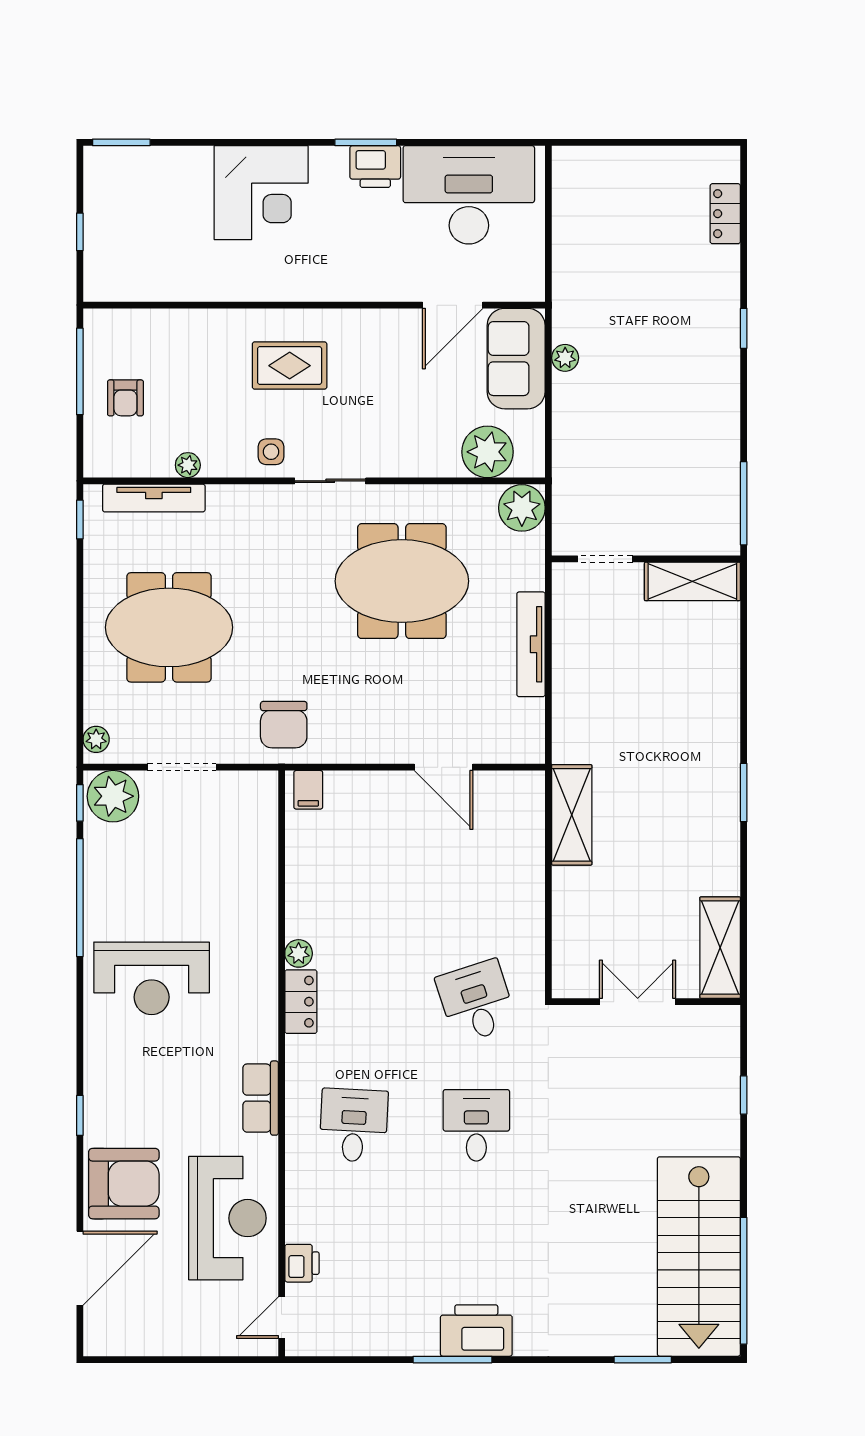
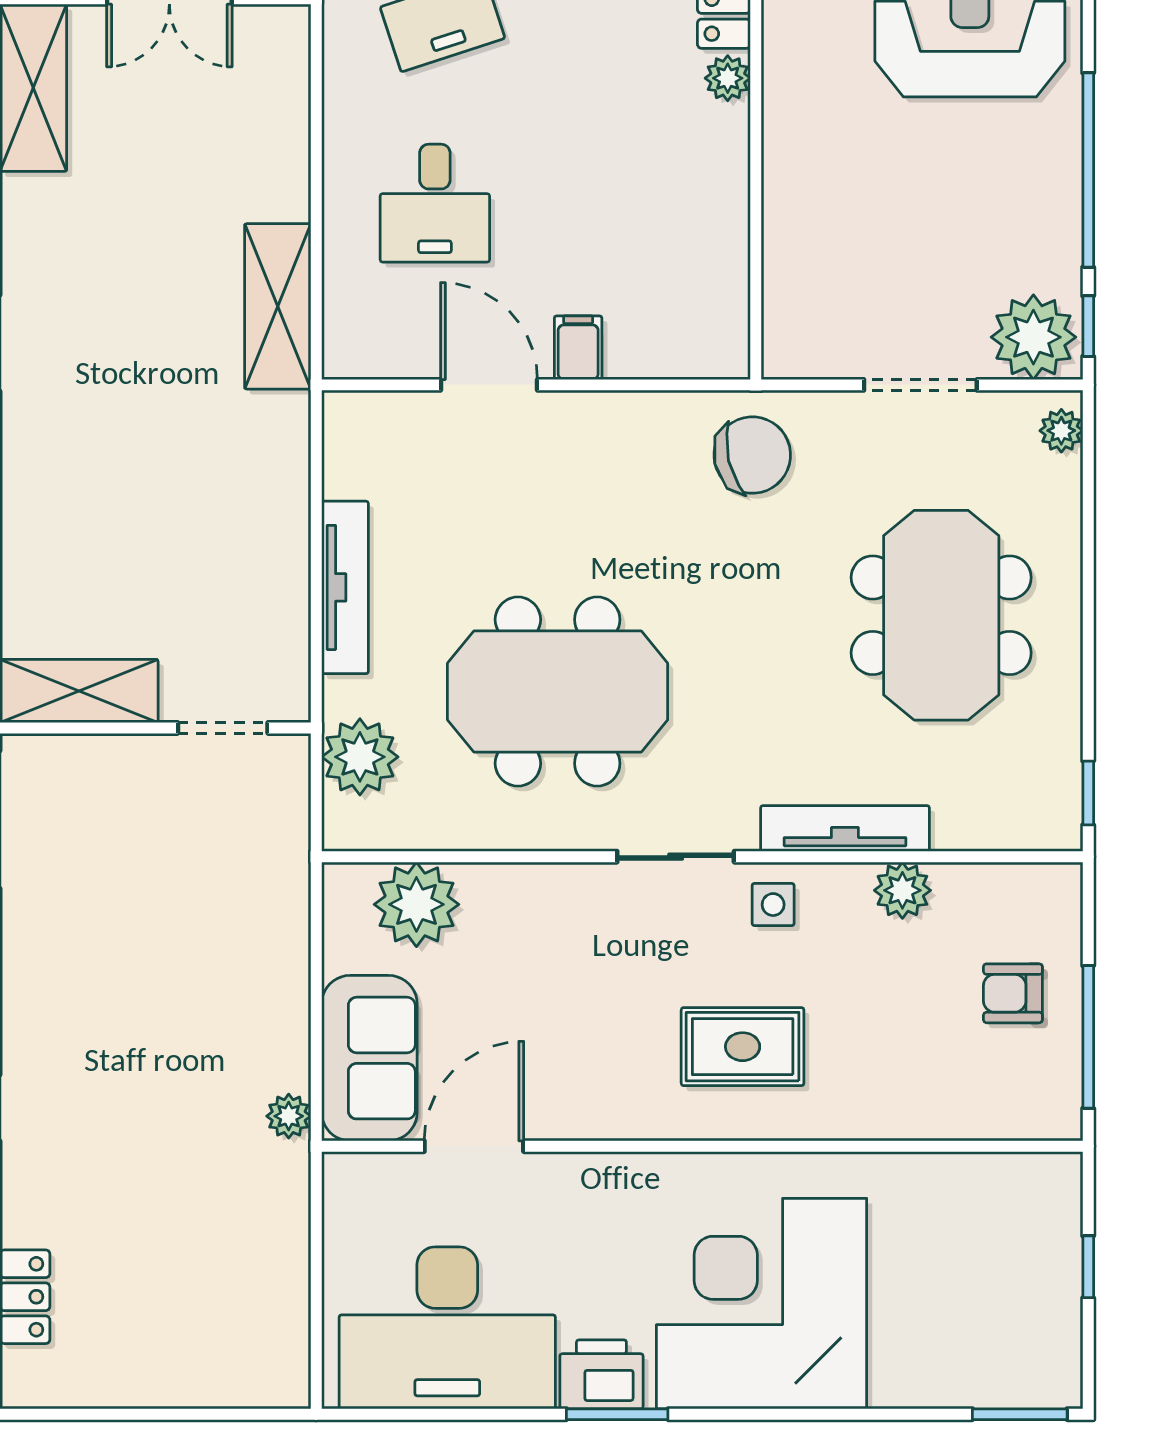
corner desk: (261, 193) -> (762, 1304), width x1.36, depth x1.36
plant: (565, 358) -> (289, 1116), moved
armchair: (125, 398) -> (1013, 993), turned -90
plant: (188, 465) -> (902, 890), width x1.38, depth x1.38
tv unit: (154, 498) -> (845, 828), moved
plant: (522, 508) -> (360, 757), moved
meeting table: (169, 627) -> (941, 615), turned 90
chair: (284, 725) -> (752, 455), turned 77
filing cabinet: (308, 790) -> (578, 348), moved
desk: (476, 878) -> (435, 203), added

